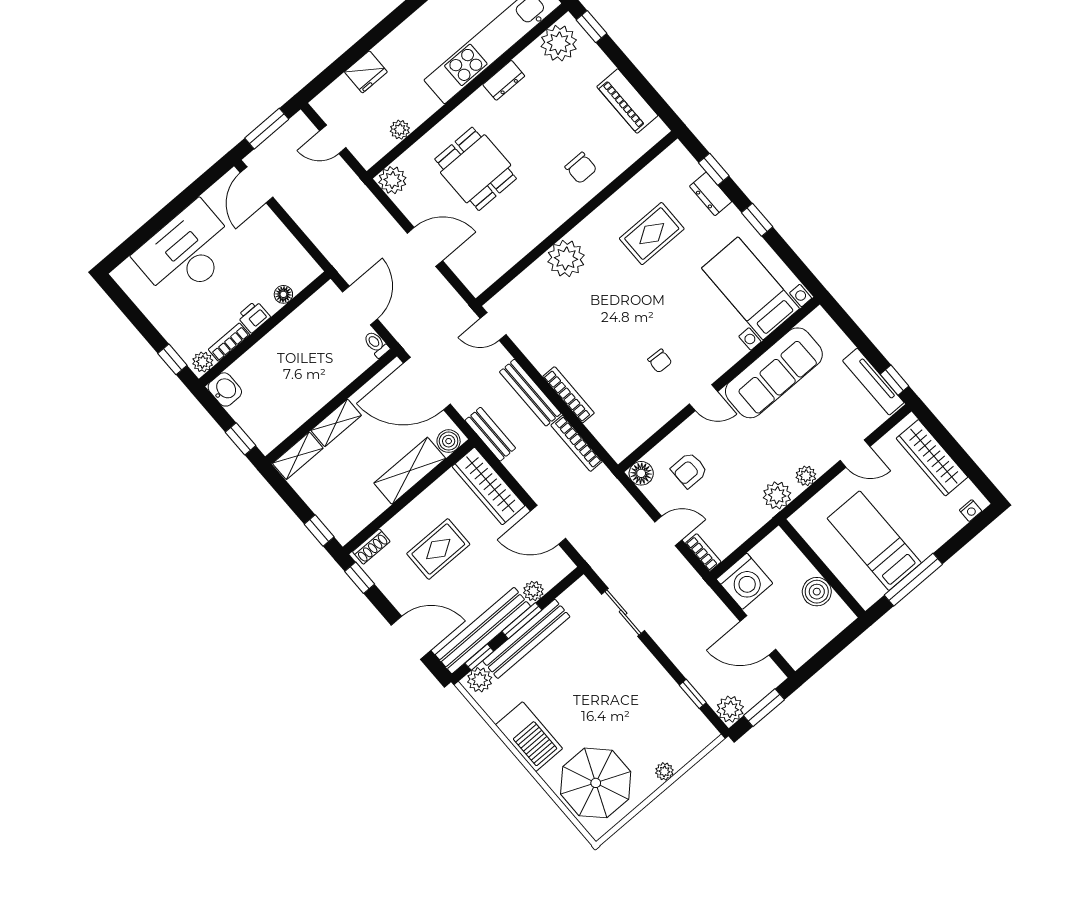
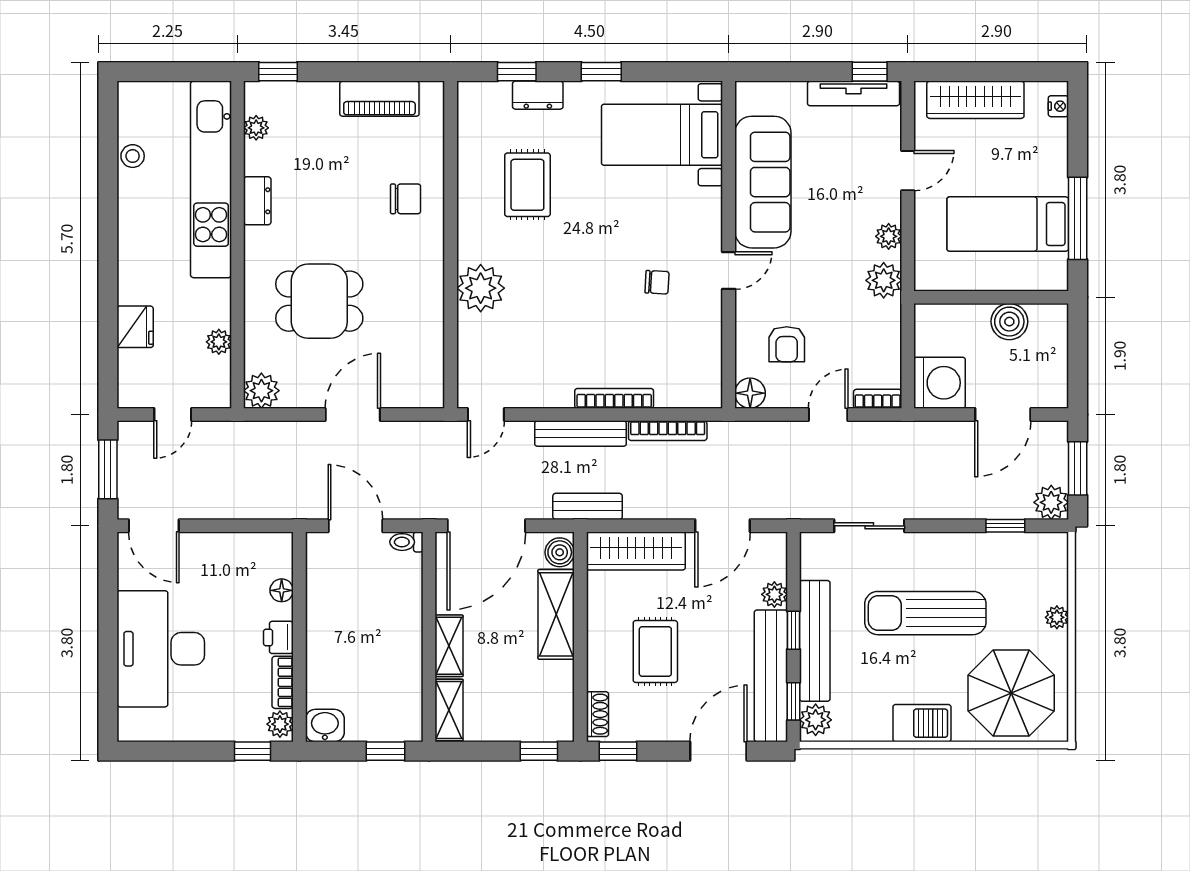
plant: (559, 43) -> (256, 128), width x0.53, depth x0.53
window: (522, 621) -> (794, 630), width x0.67
sun lounger: (600, 691) -> (925, 613), added
barbecue: (529, 737) -> (922, 723), width x0.73, depth x0.83

